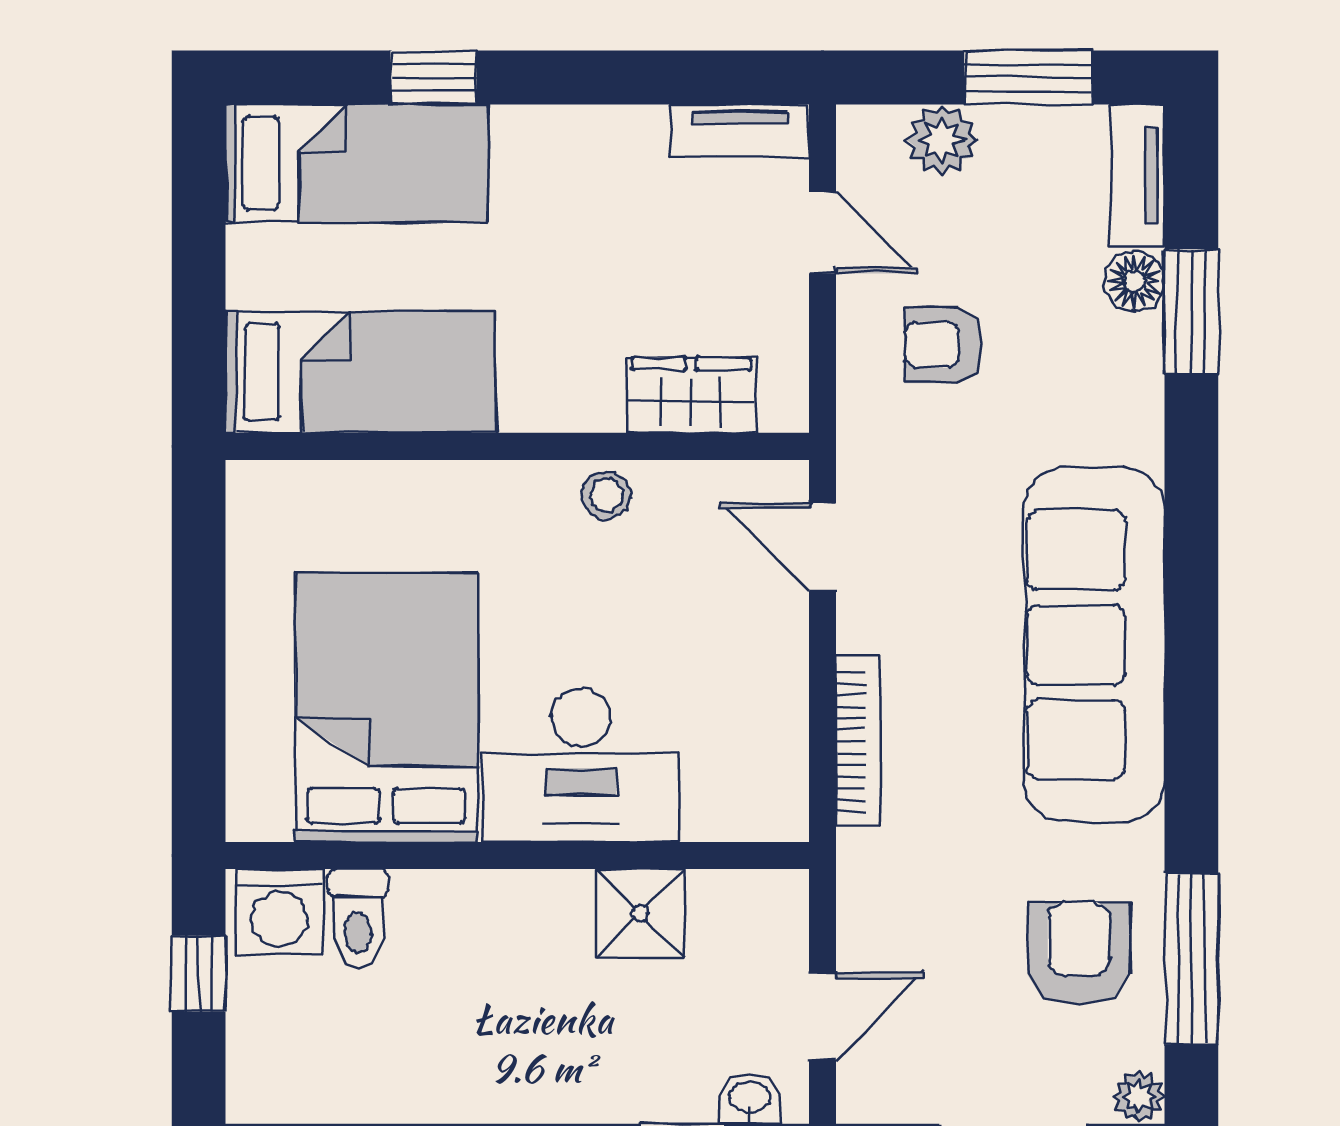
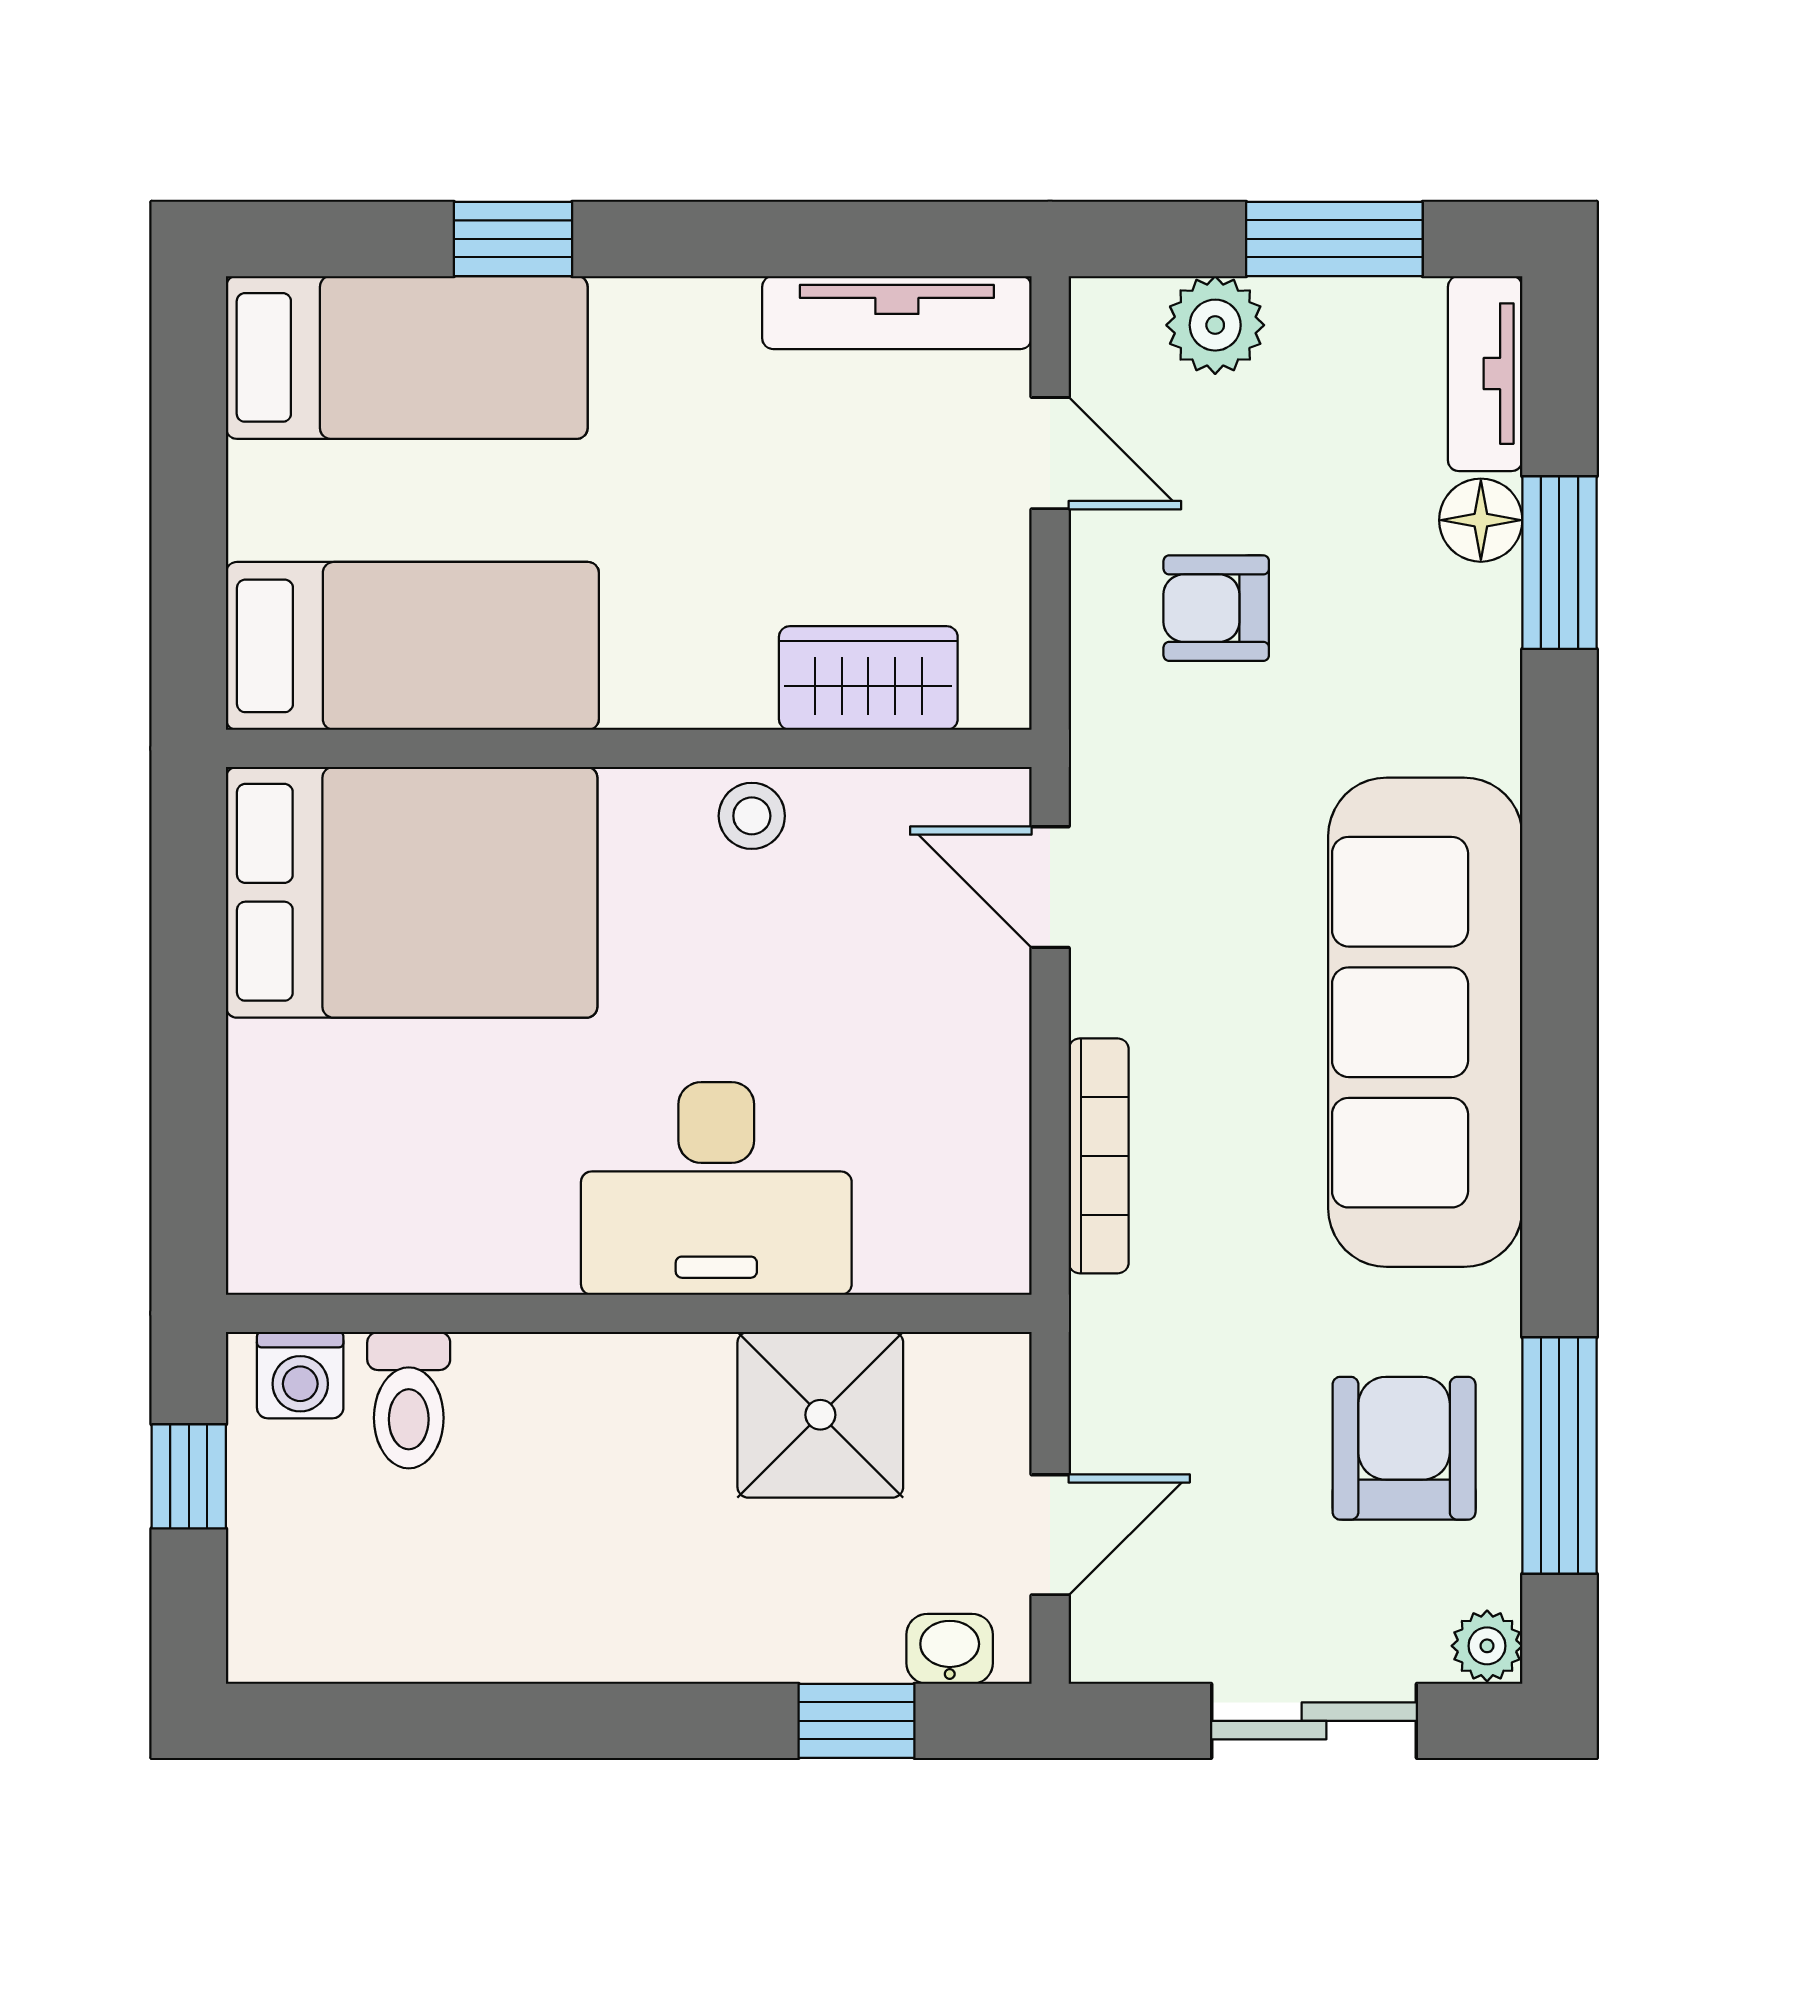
tv unit: (740, 131) -> (897, 313), width x1.41
bed: (386, 708) -> (412, 892), moved, turned 90
washing machine: (279, 912) -> (300, 1375), width x0.73, depth x0.73
shower: (640, 913) -> (820, 1415), width x1.36, depth x1.36

